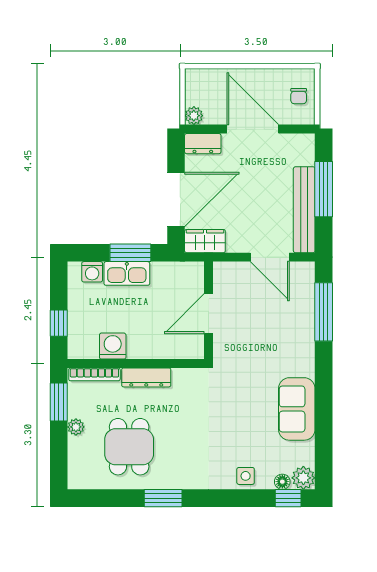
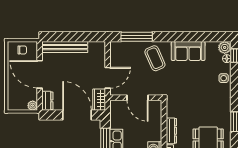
door: (253, 129) -> (40, 74), hinge flipped
window: (324, 189) -> (72, 37), removed
bench: (304, 210) -> (65, 47), moved
door: (270, 257) -> (108, 78), moved
coffee table: (283, 346) -> (155, 58), added

